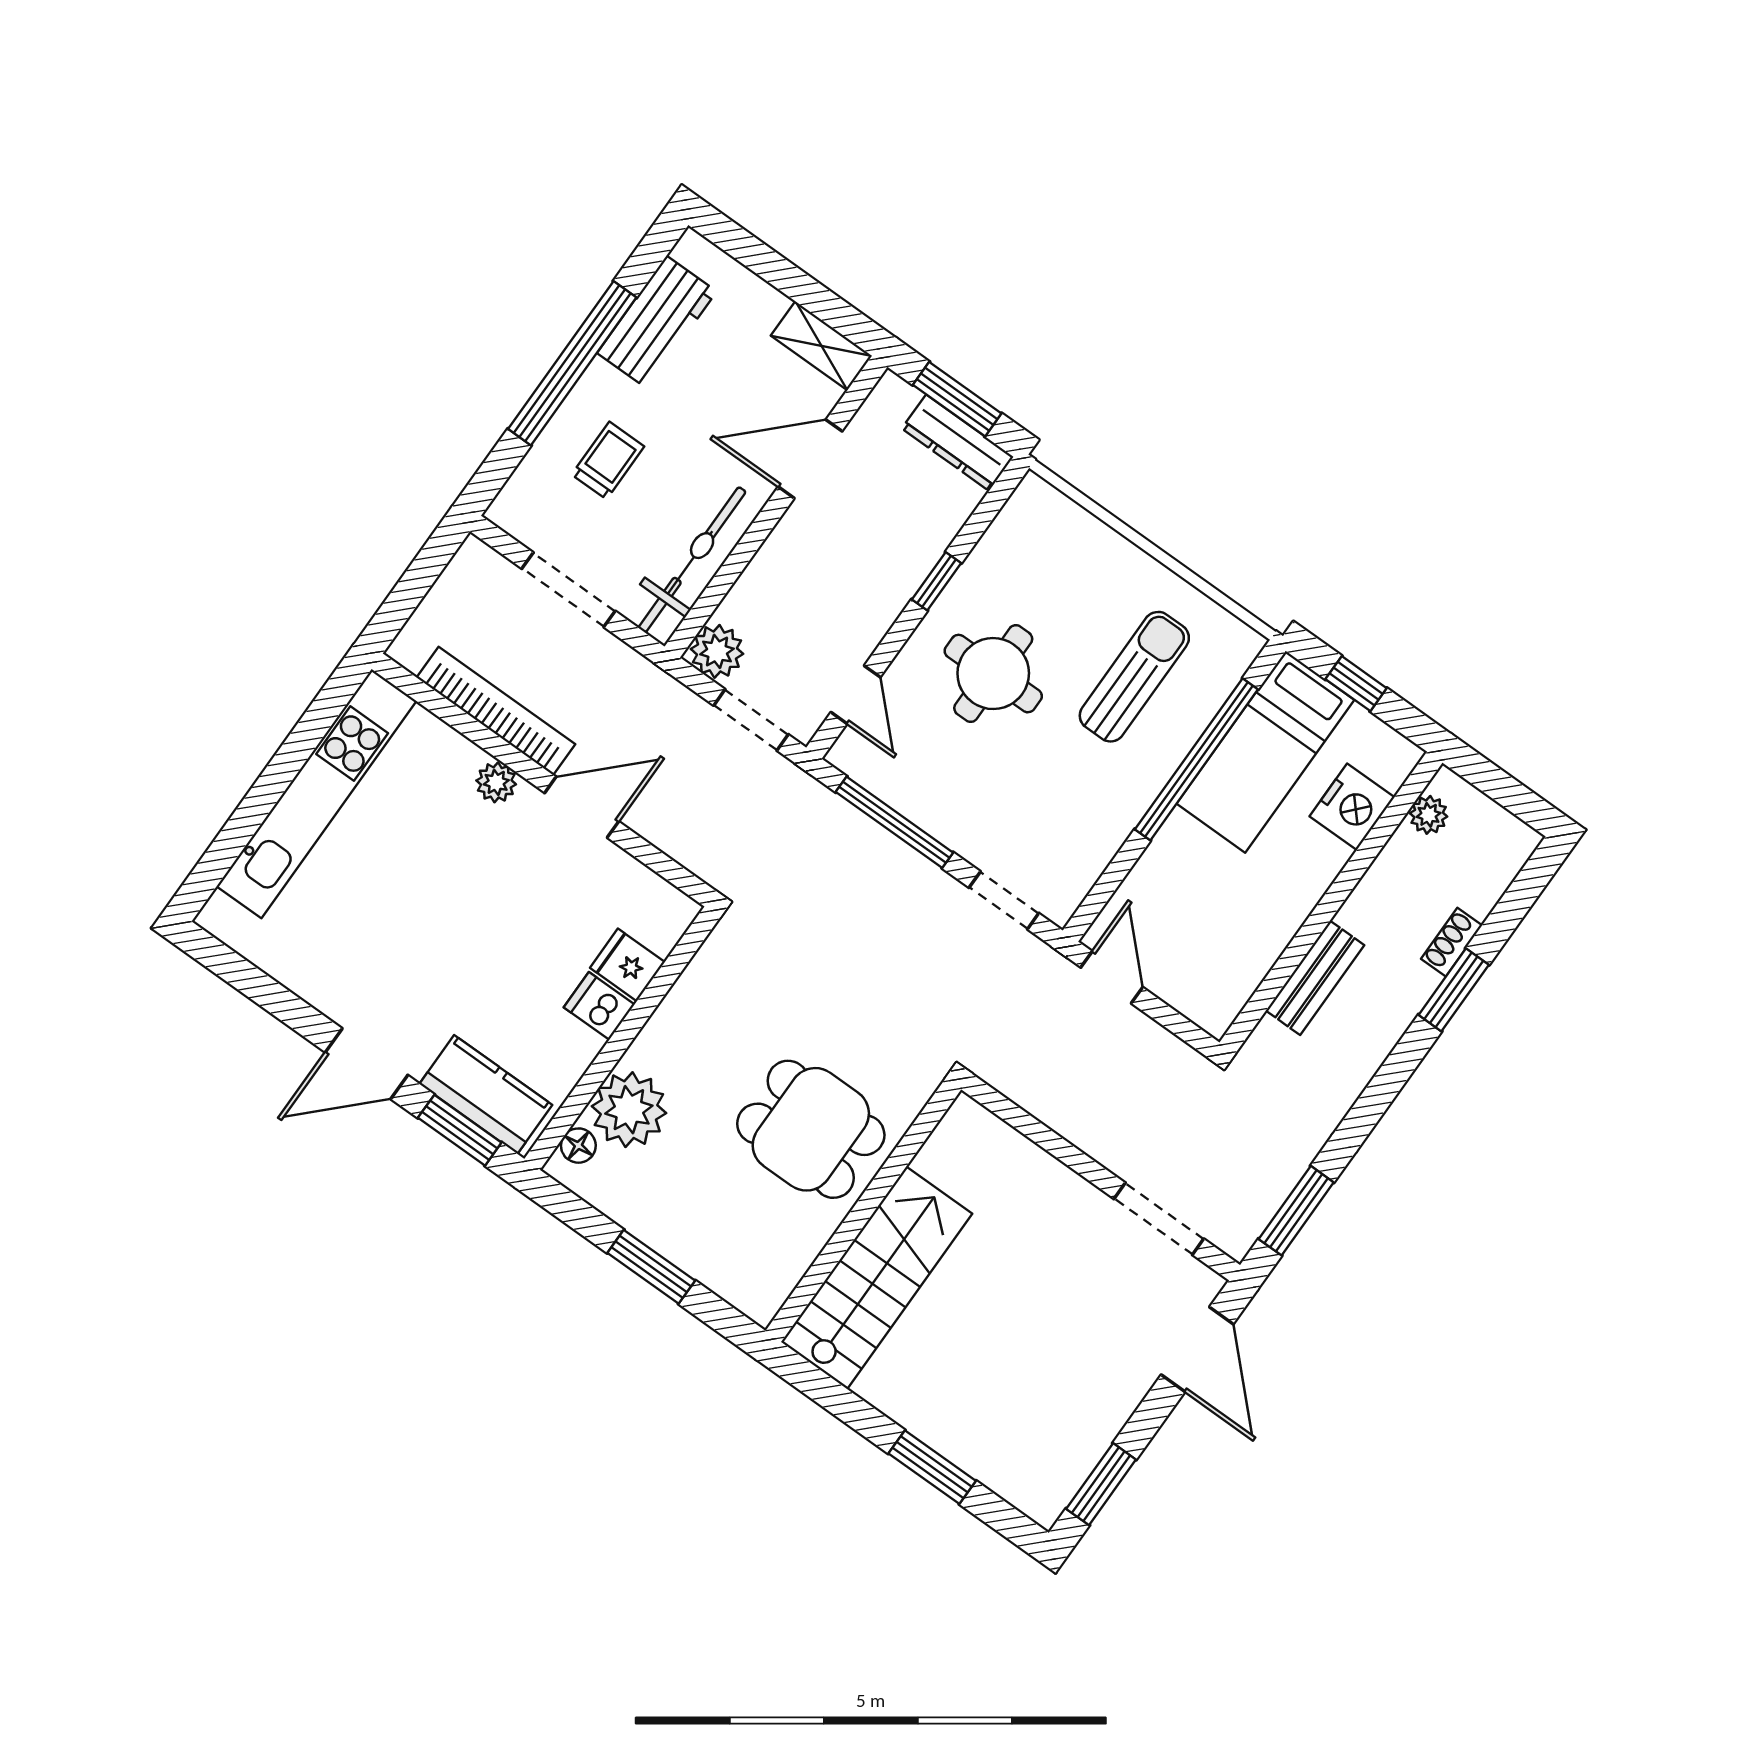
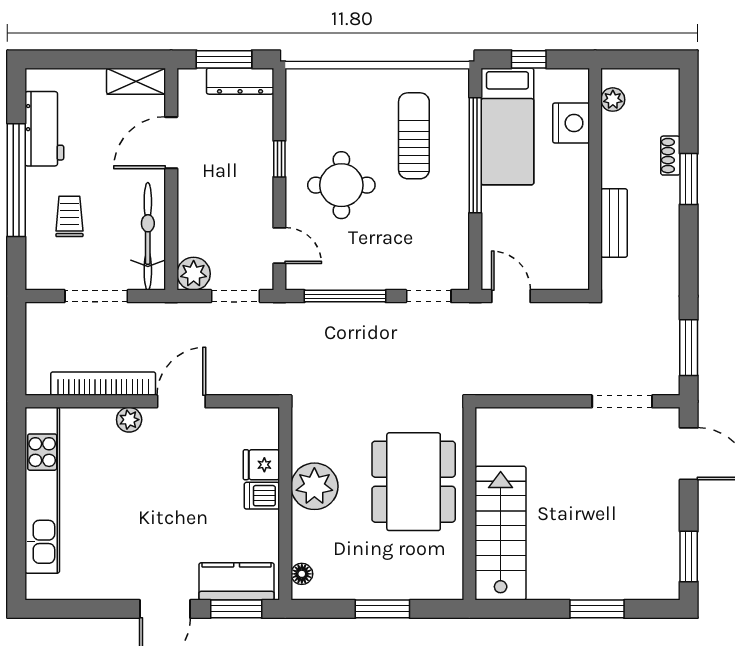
plant: (629, 1110) -> (314, 486), moved
dining table: (811, 1129) -> (414, 482), width x1.38

